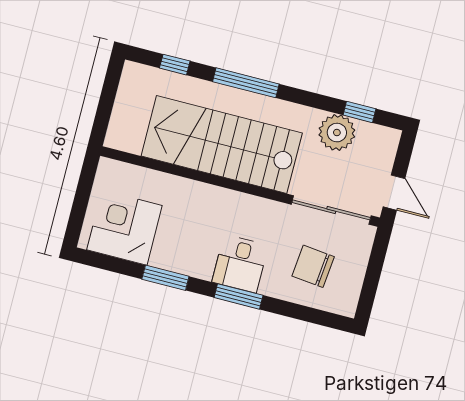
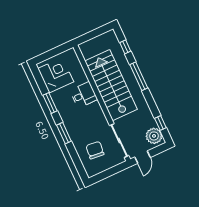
plant: (337, 133) -> (154, 136), moved
desk: (240, 264) -> (84, 95), moved, turned 180

